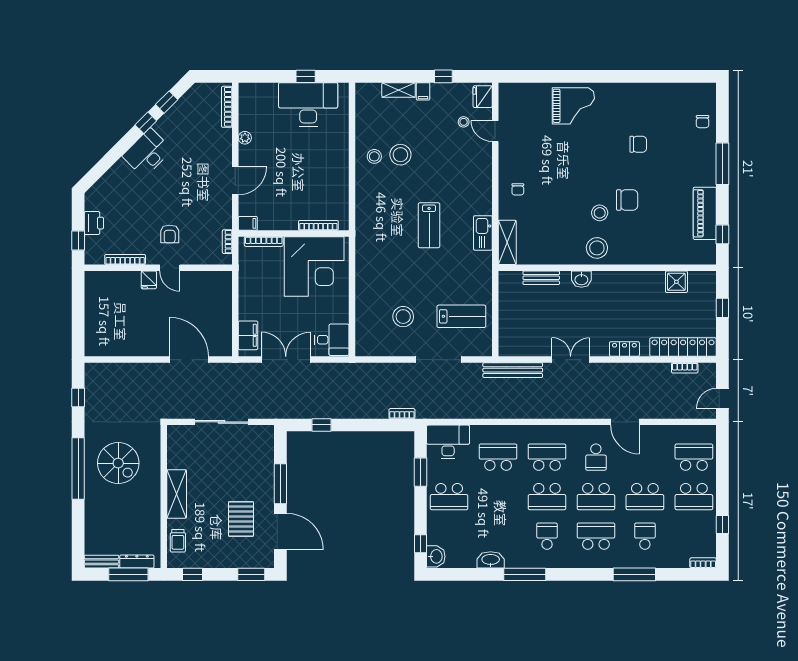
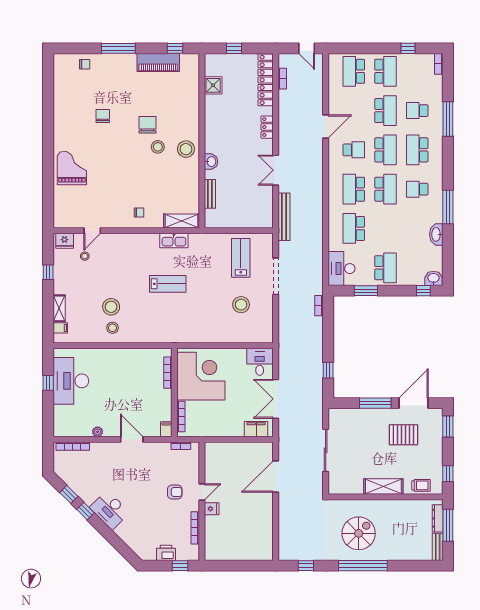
filing cabinet: (423, 91) -> (60, 328), moved

